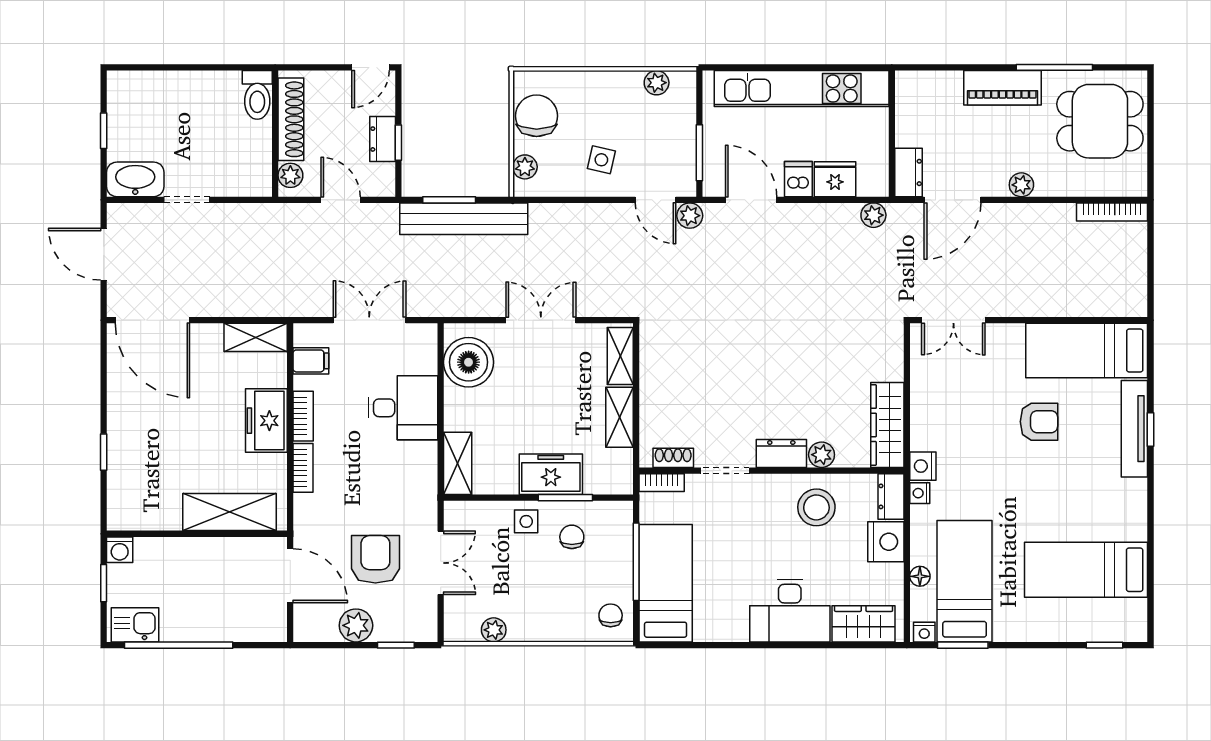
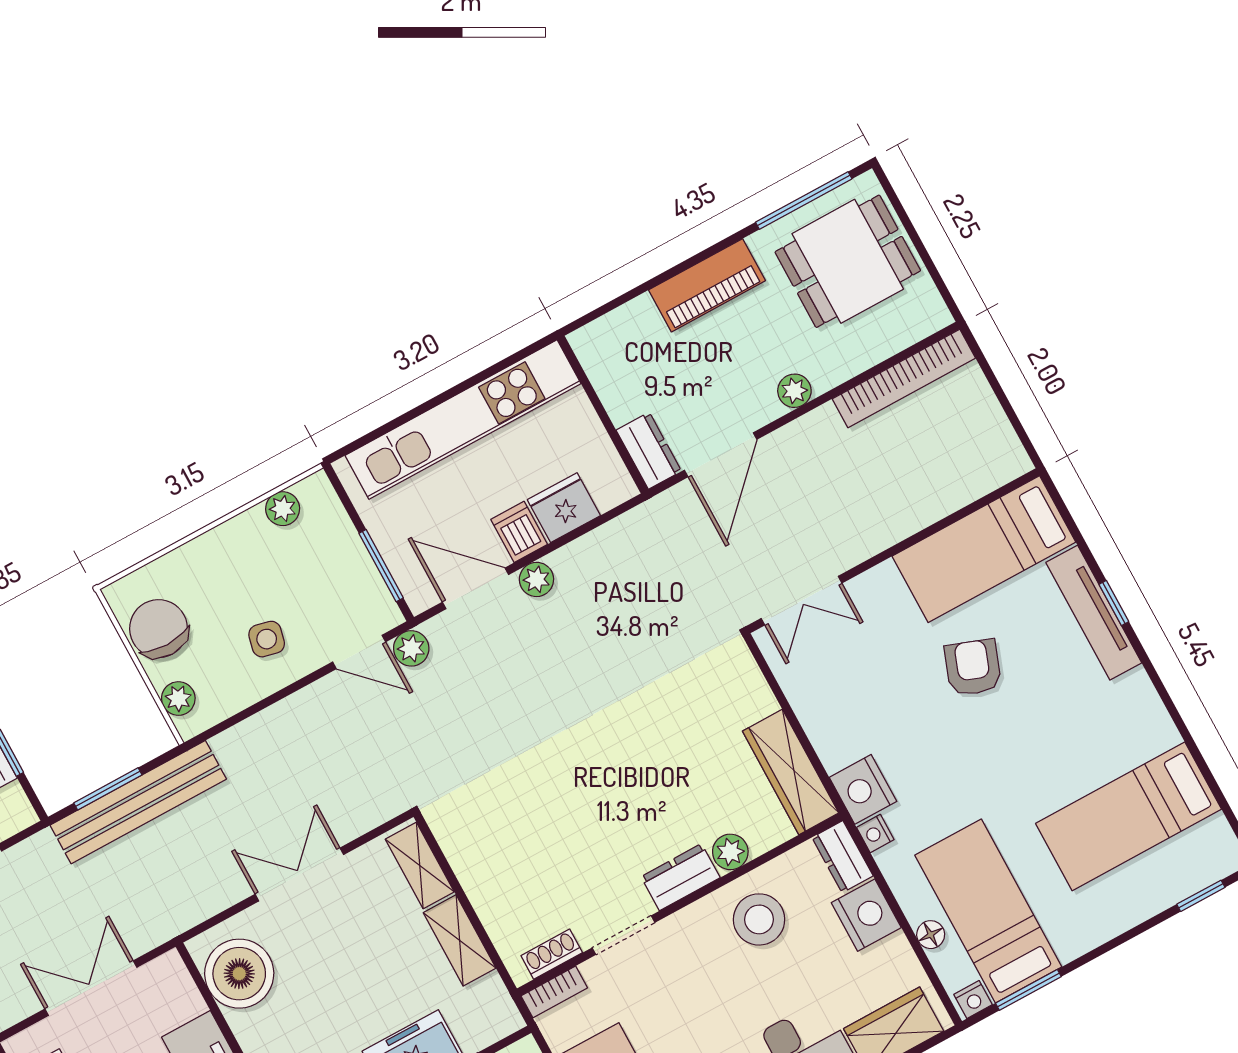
window: (1054, 67) -> (804, 200), moved
bookcase: (1112, 212) -> (904, 378), width x1.48, depth x1.31
plant: (873, 215) -> (536, 579), moved
armchair: (1039, 422) -> (973, 667), turned -70
nightstand: (923, 466) -> (863, 789), width x1.36, depth x1.33

